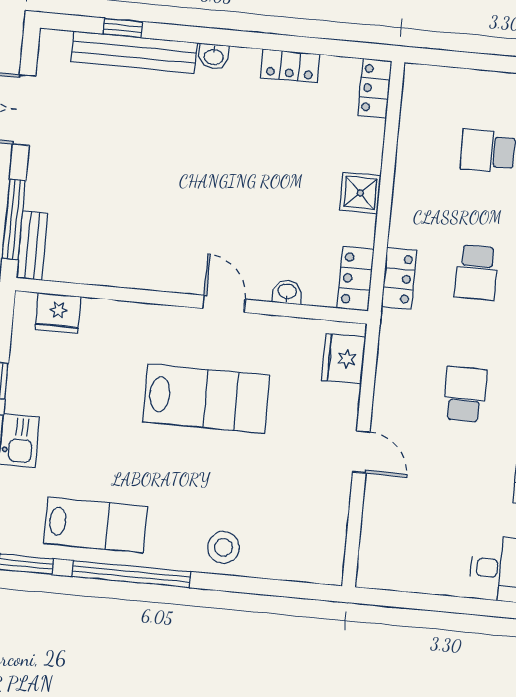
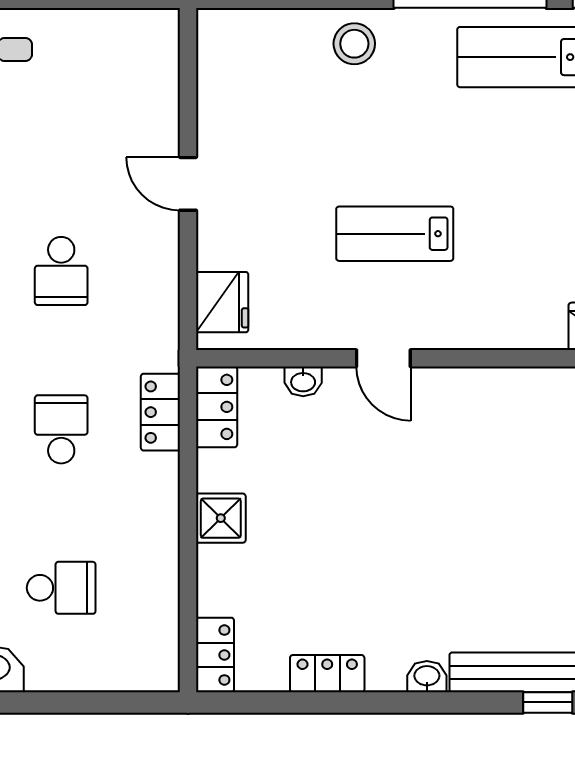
lab bench: (206, 399) -> (395, 234), width x0.73, depth x0.72

